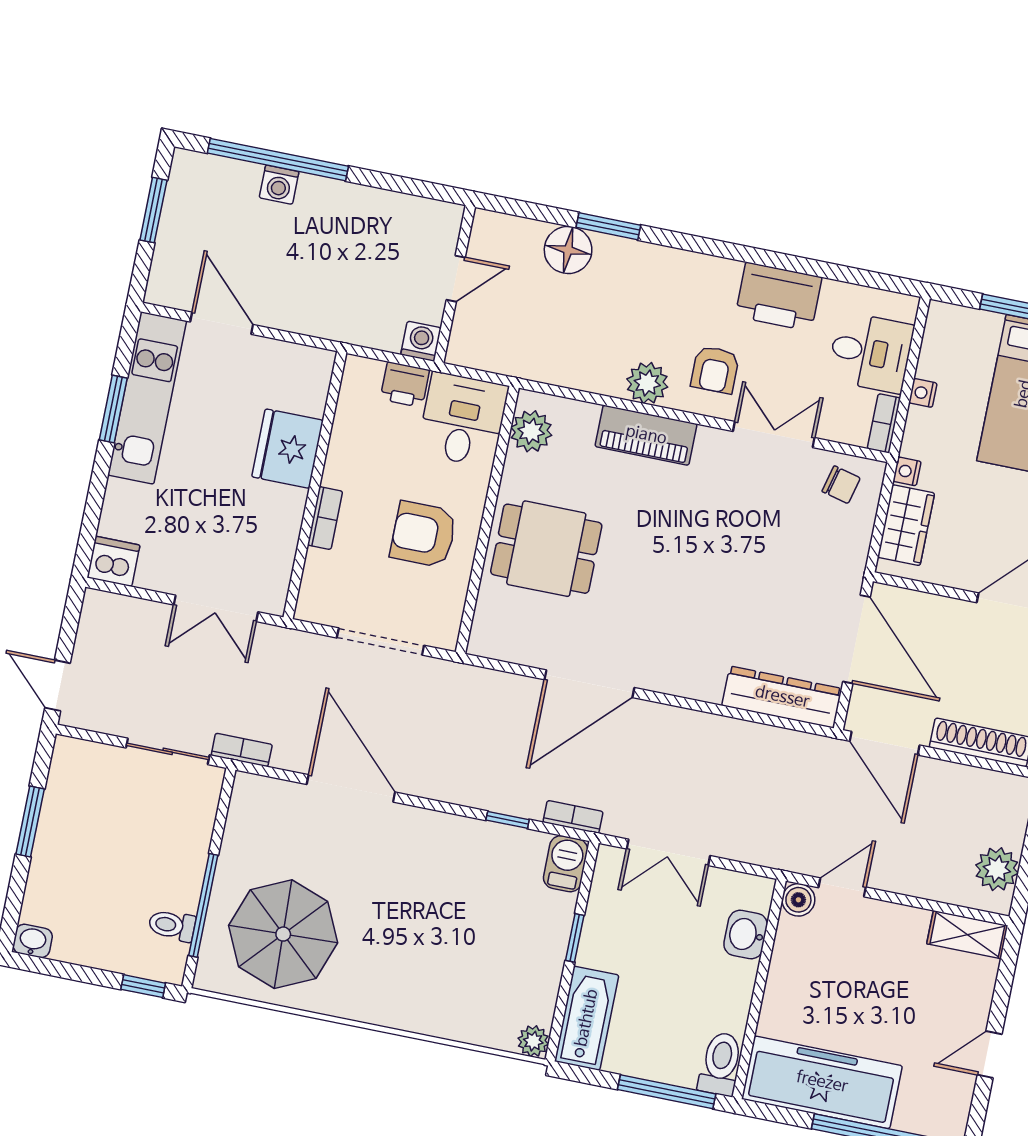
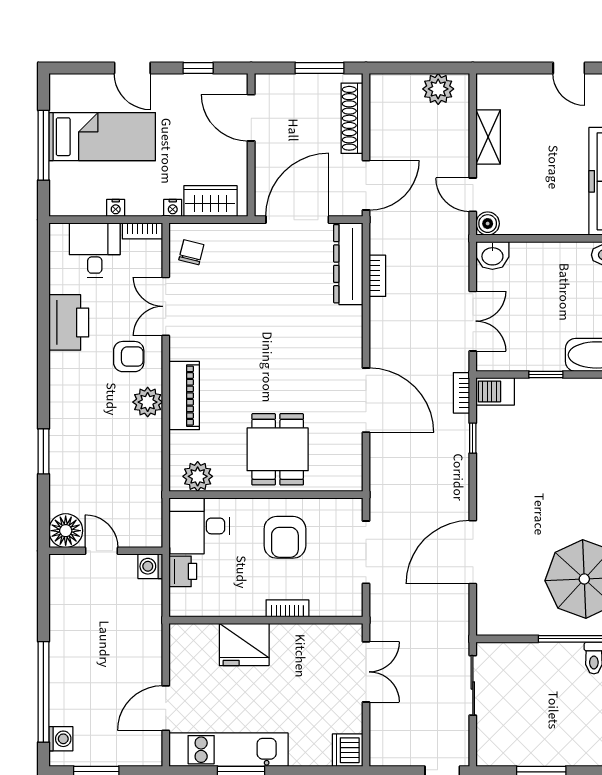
washing machine: (279, 185) -> (61, 739), moved
floor lamp: (568, 250) -> (66, 531), moved
bookcase: (242, 750) -> (377, 276), moved, turned 180
washbasin: (746, 935) -> (492, 256), moved
shelving: (967, 935) -> (488, 137), moved

